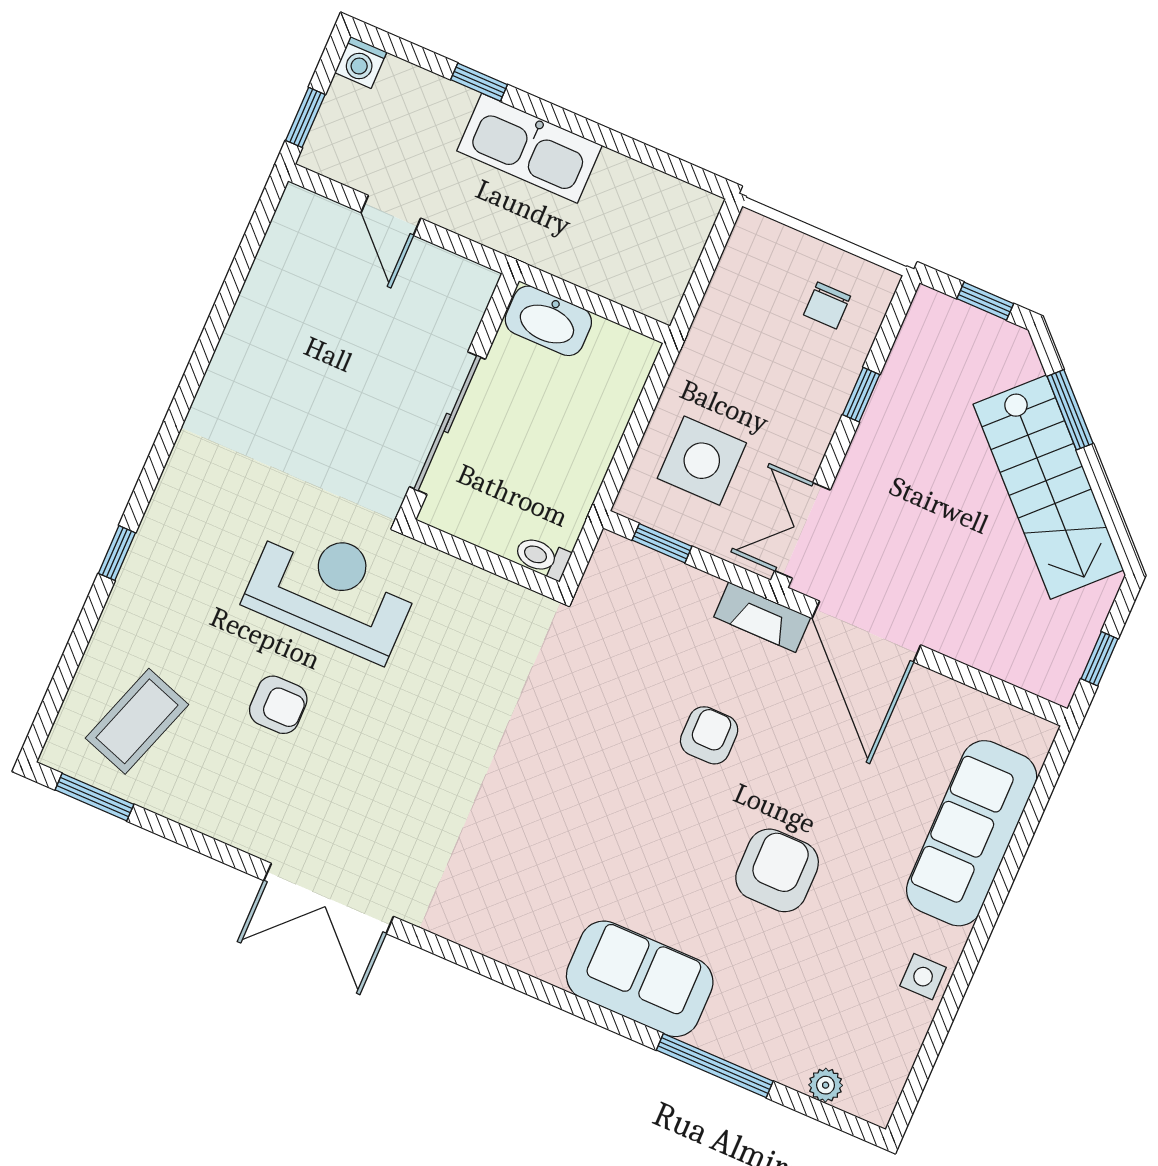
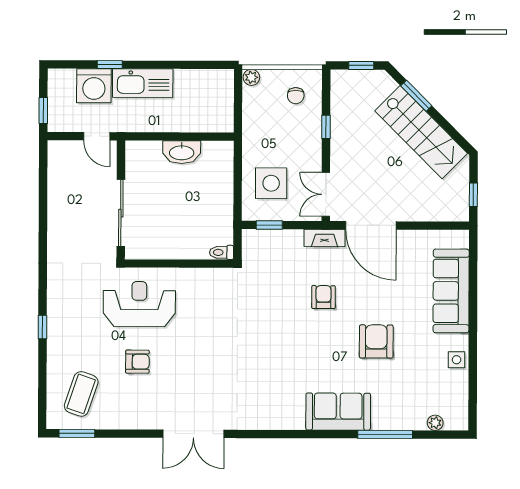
washing machine: (361, 62) -> (94, 86), moved, width x1.89, depth x1.89
plant: (754, 230) -> (251, 77), added
wall: (459, 397) -> (121, 200), moved
sliding door: (447, 423) -> (121, 213), moved

